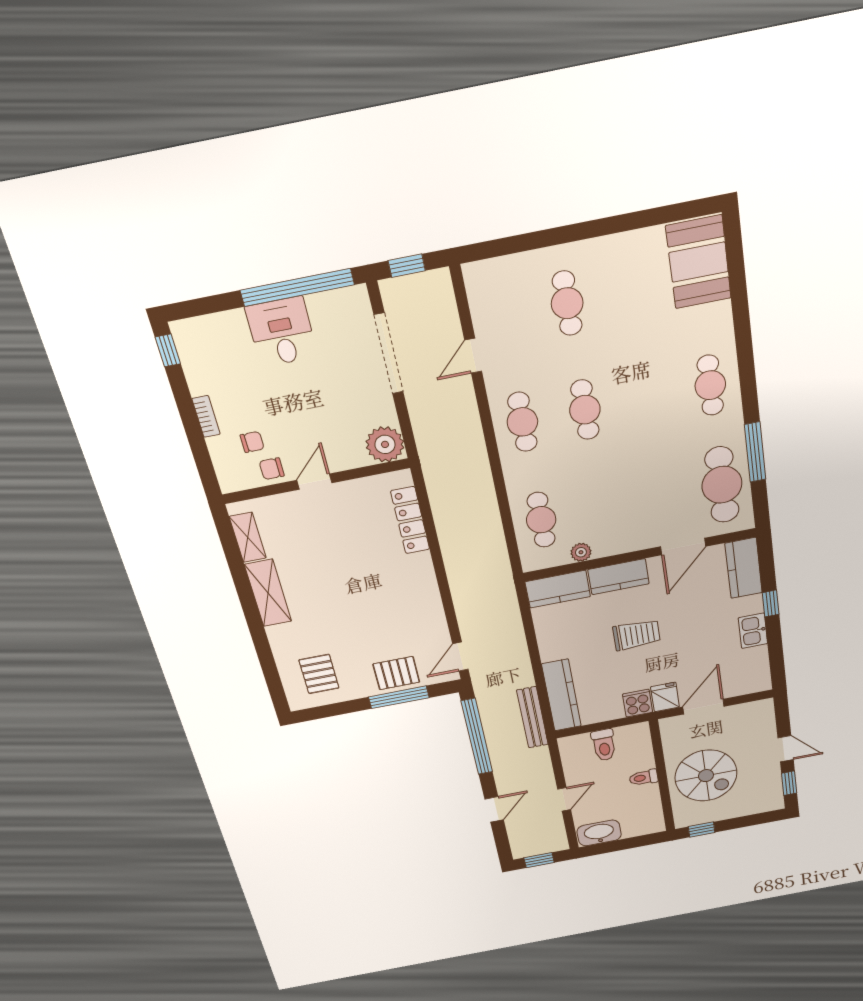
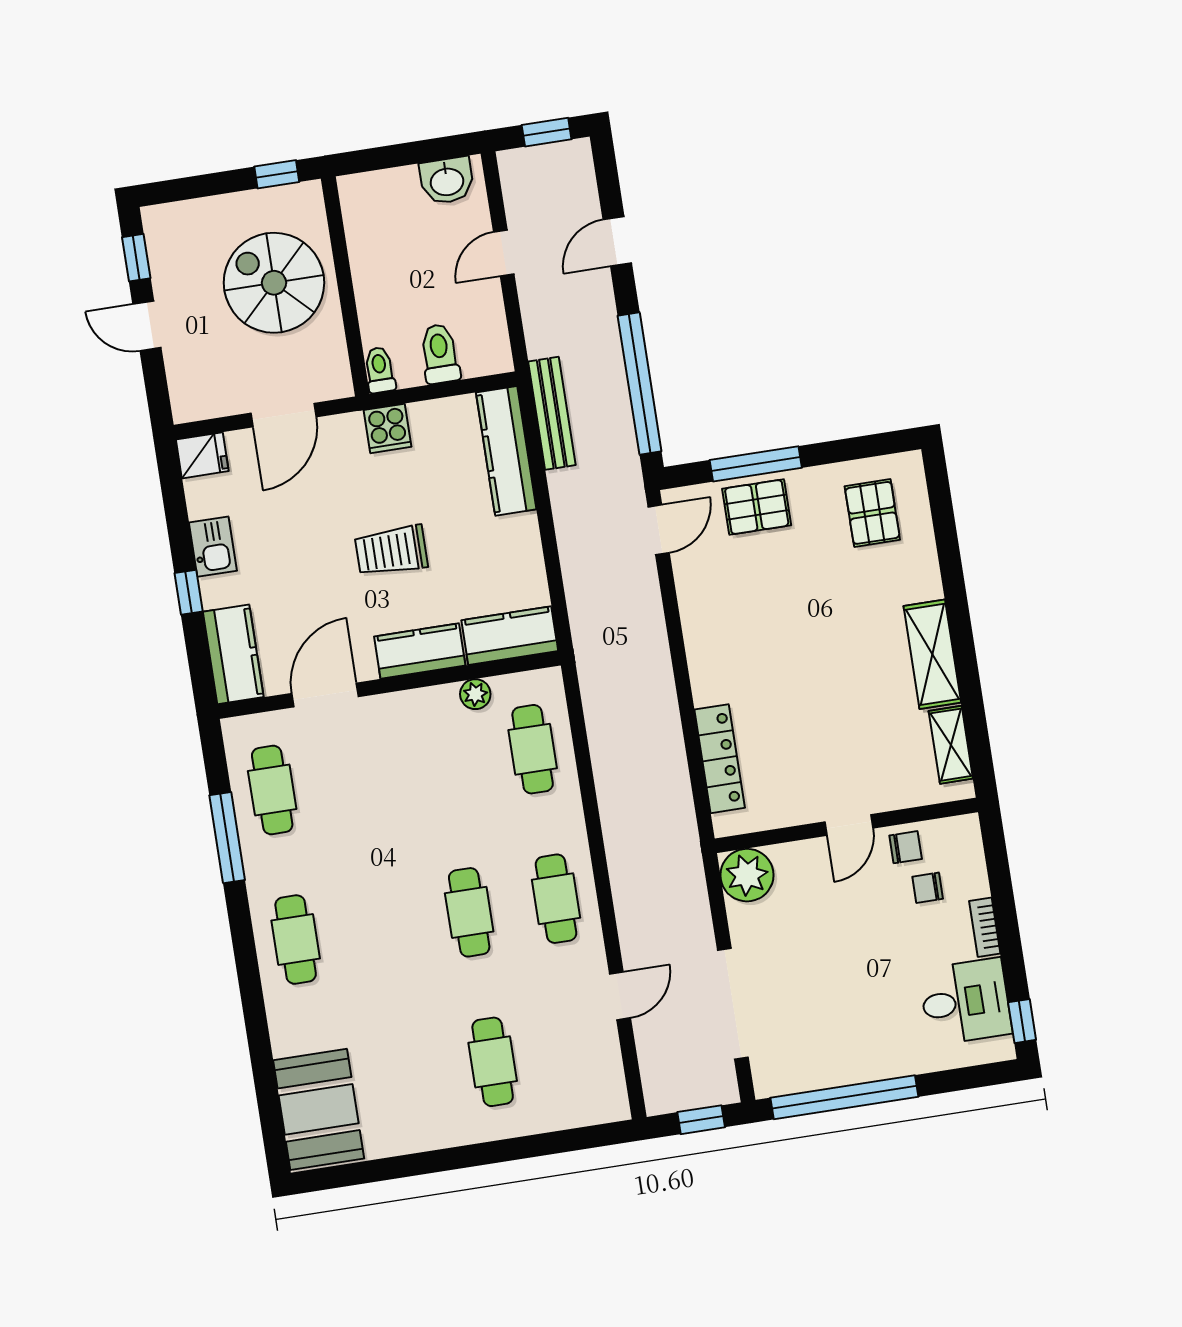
desk: (282, 332) -> (965, 1002), moved, turned -90
cafe table: (722, 485) -> (272, 790), width x0.73, depth x0.74
fridge: (665, 697) -> (202, 455), moved, turned -90
toilet: (644, 778) -> (380, 370), moved, turned -90
washbasin: (599, 833) -> (447, 181), width x0.72

